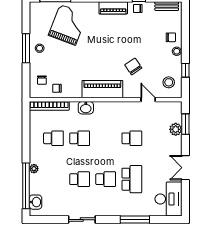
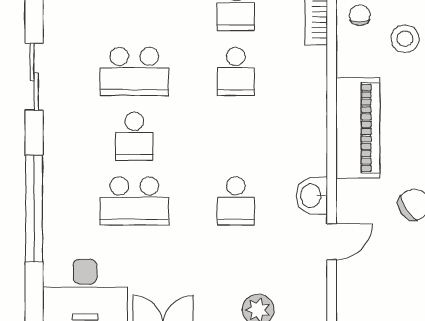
stool: (169, 82) -> (405, 39), moved
washbasin: (86, 108) -> (312, 196), moved
school desk: (80, 179) -> (134, 71), width x1.85
window: (135, 220) -> (34, 209), width x1.46

